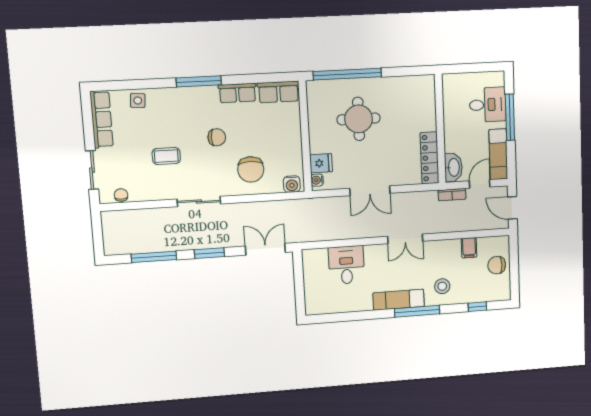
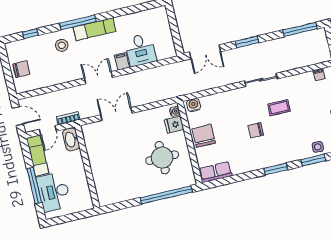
window: (199, 81) -> (276, 169), width x0.69
window: (146, 84) -> (313, 160), added
row of seats: (237, 93) -> (246, 166), removed
desk: (488, 105) -> (54, 192), width x1.37
round table: (359, 119) -> (162, 158), moved
coffee table: (166, 156) -> (279, 108), moved
locker: (430, 158) -> (91, 143), removed
chair: (251, 169) -> (204, 136), moved
double door: (370, 191) -> (116, 114), moved
filing cabinet: (469, 248) -> (122, 61), moved
window: (154, 257) -> (300, 29), moved

